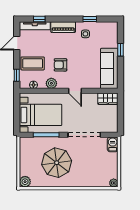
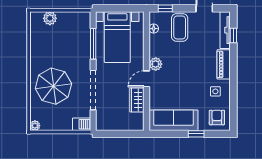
window: (90, 19) -> (233, 97), removed
armchair: (60, 65) -> (217, 117), moved
plant: (51, 83) -> (156, 64), moved
wardrobe: (108, 99) -> (137, 100), moved
parasol: (57, 163) -> (53, 86), moved
plant: (25, 182) -> (50, 18), moved

